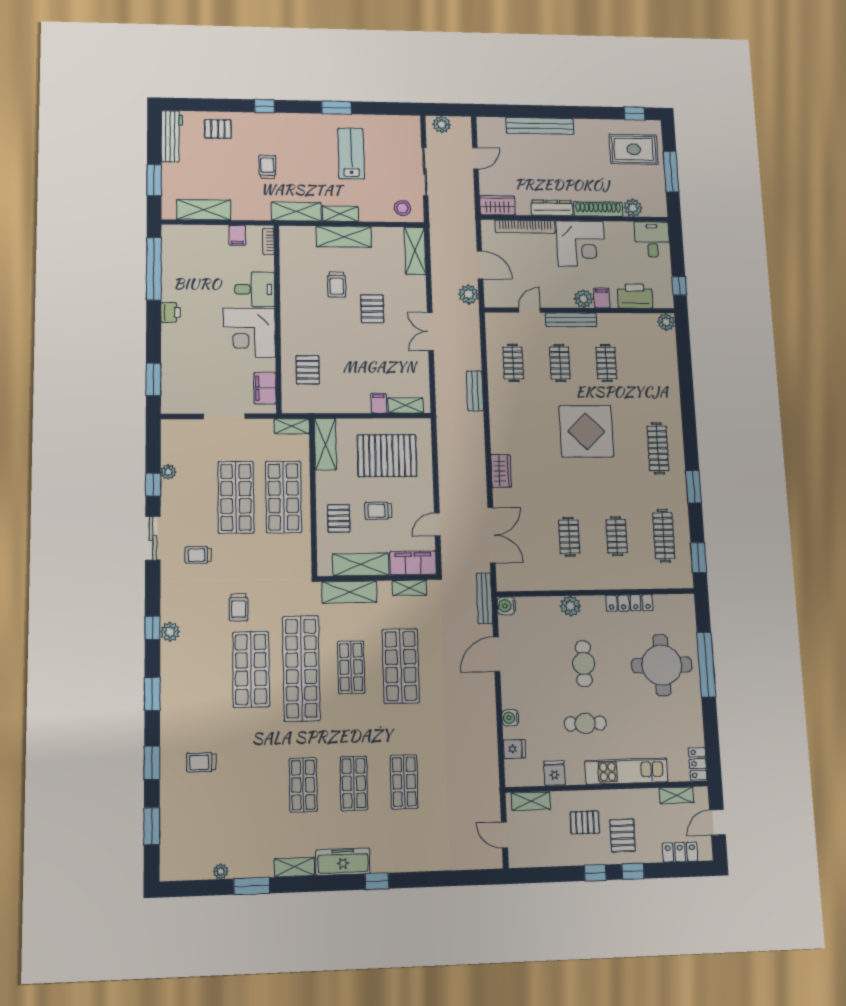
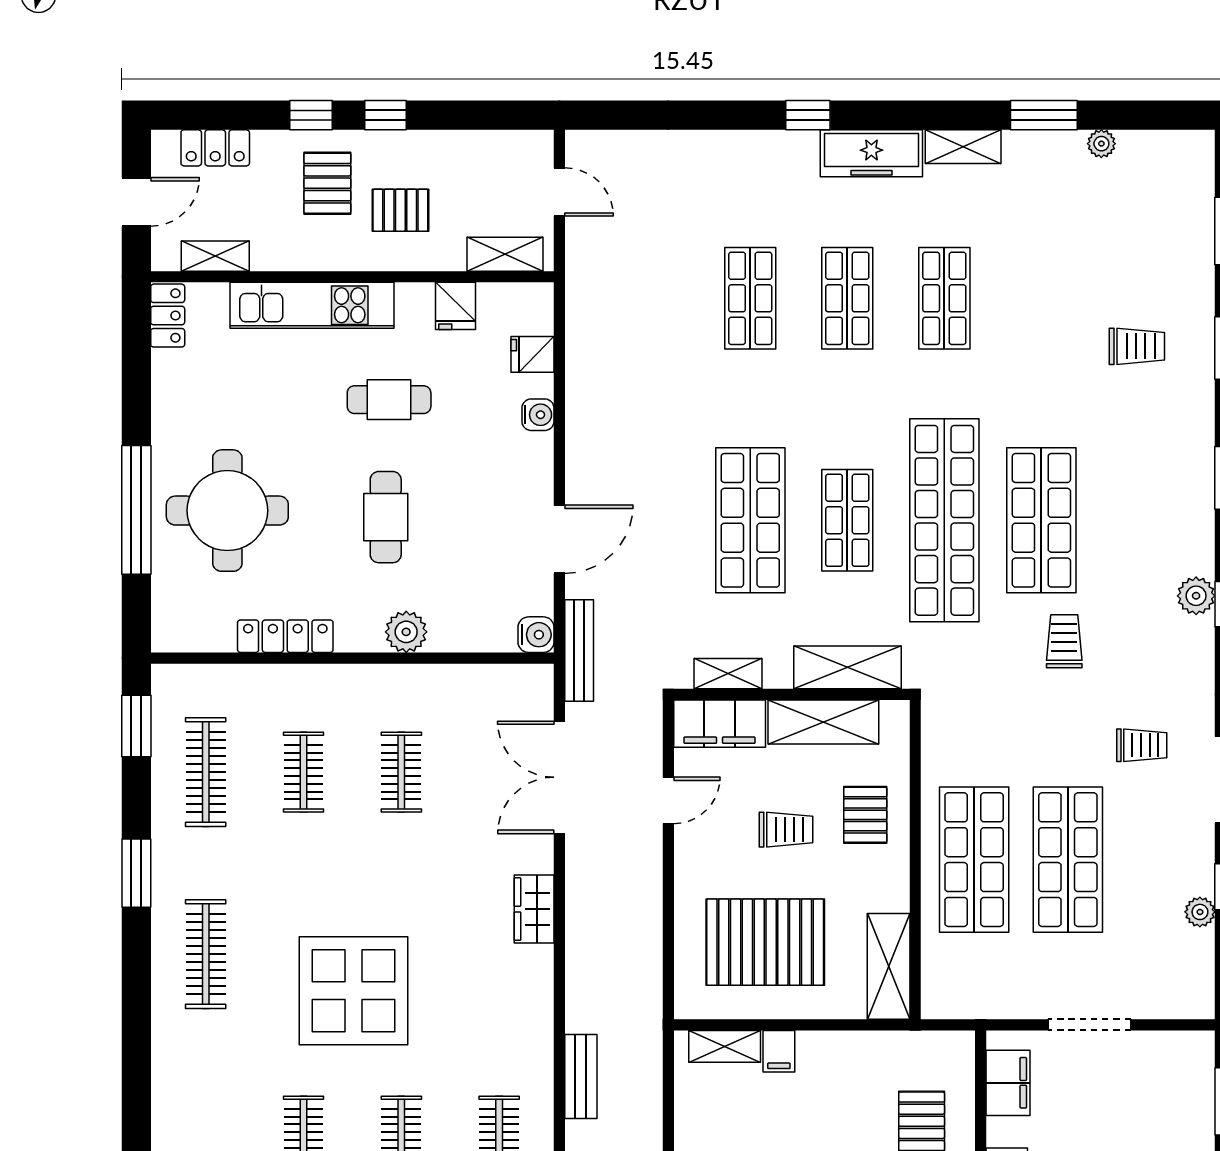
shelving: (292, 426) -> (955, 1004), removed

